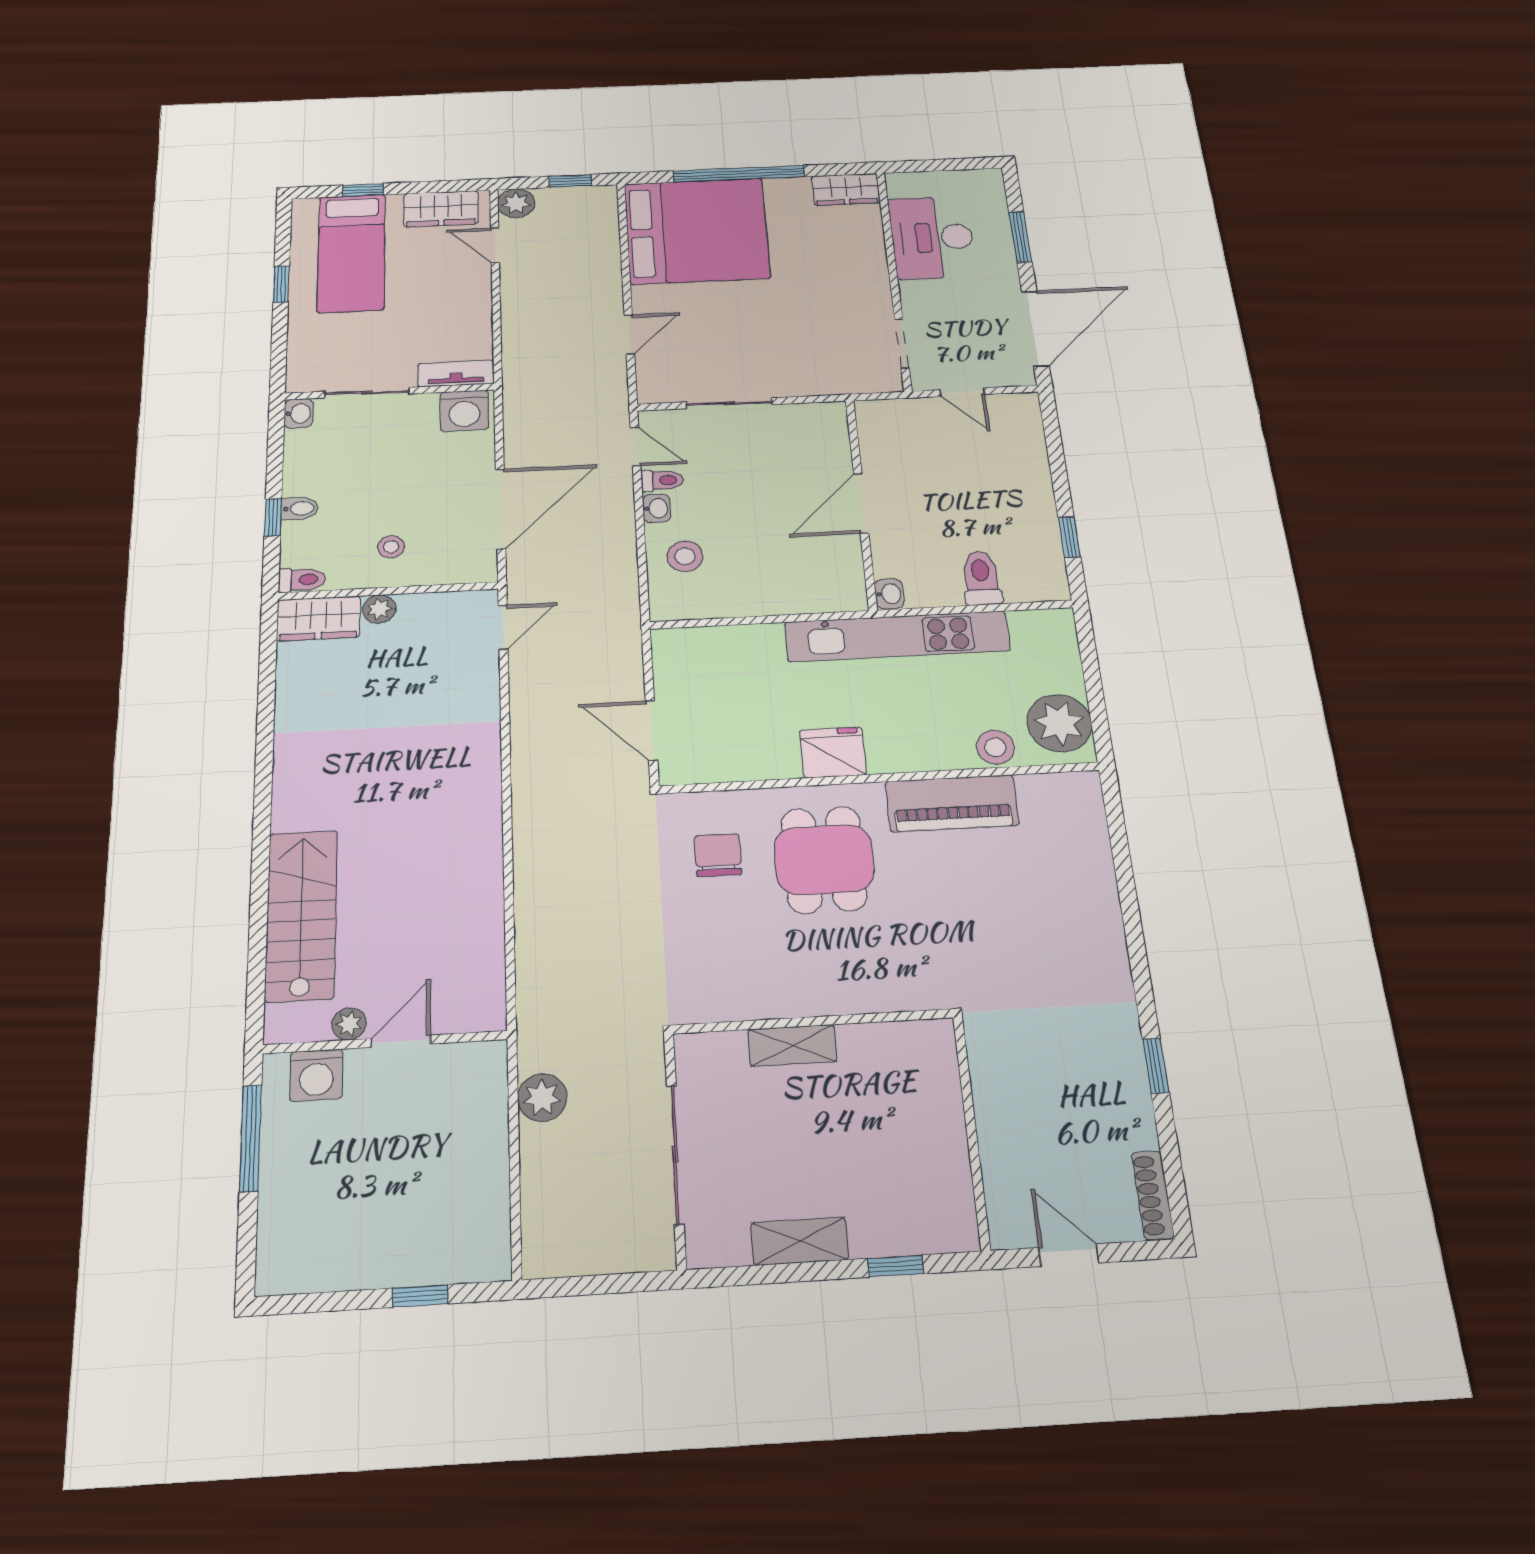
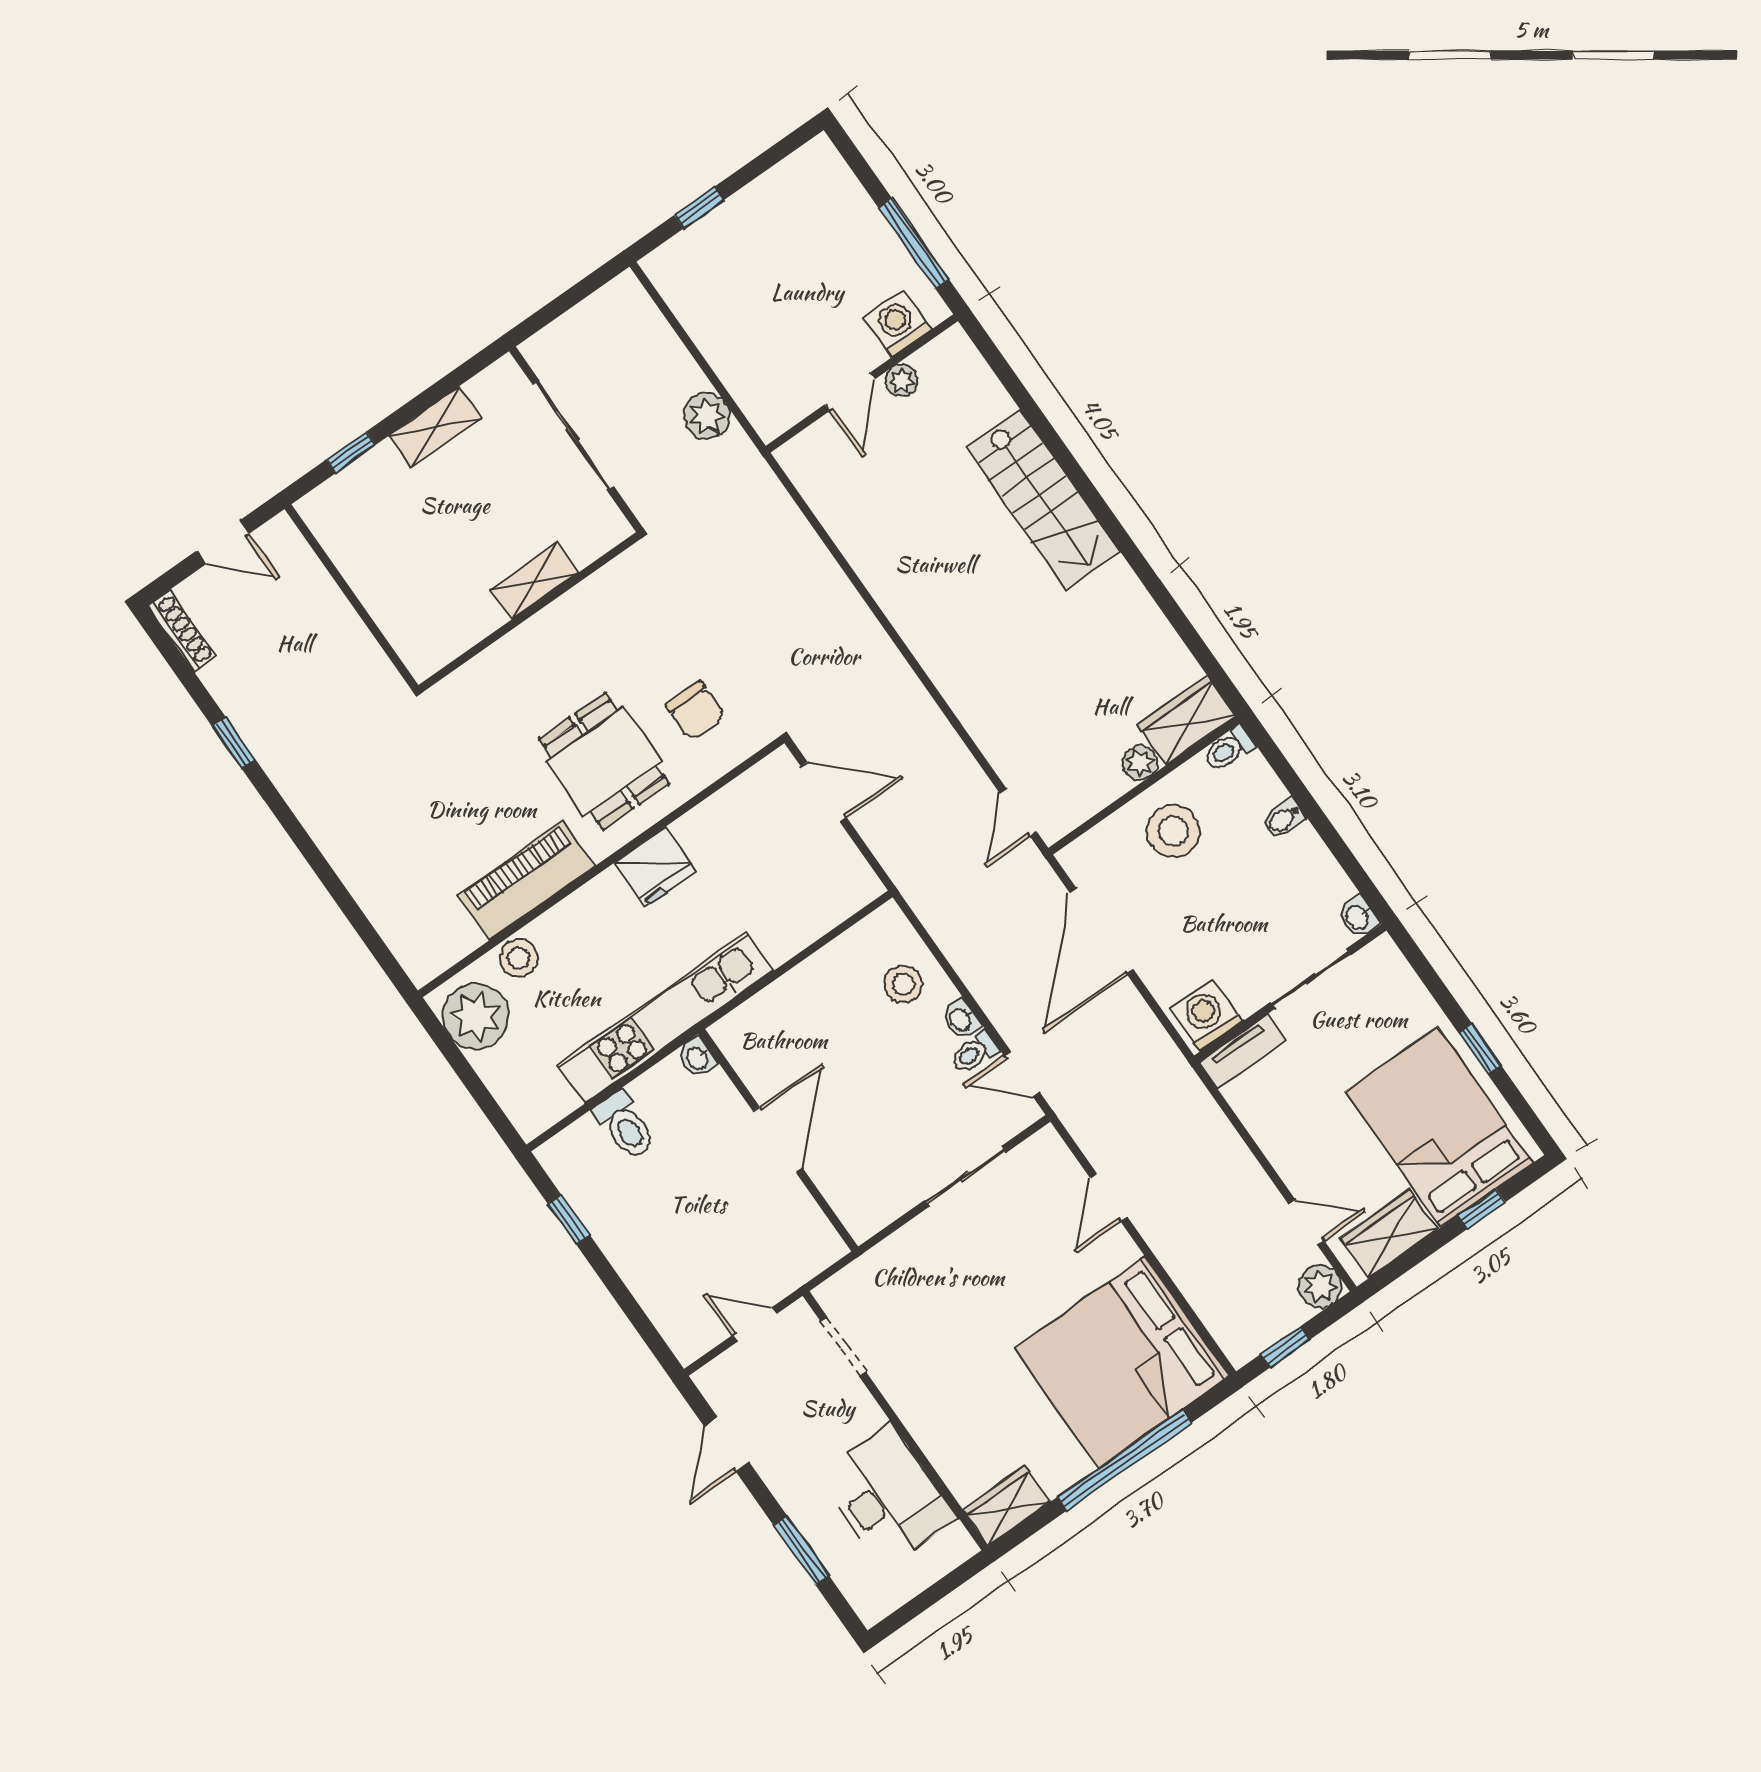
bed: (351, 253) -> (1439, 1127), width x1.50
door: (1035, 328) -> (727, 1444), width x0.53
window: (273, 517) -> (1301, 795), removed
stool: (391, 547) -> (1173, 831), width x1.89, depth x1.89
stairs: (301, 915) -> (1043, 499), moved

